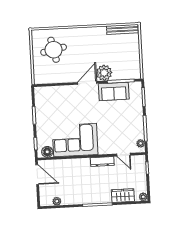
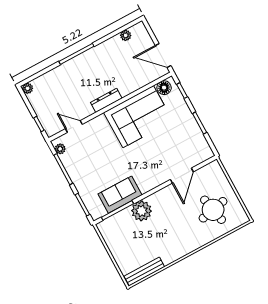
door: (87, 83) -> (182, 176), moved
dresser: (102, 162) -> (106, 100), moved
wardrobe: (123, 196) -> (52, 79), removed

